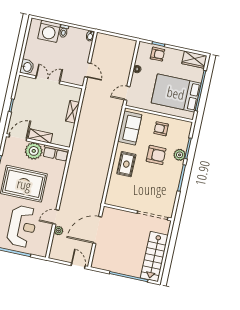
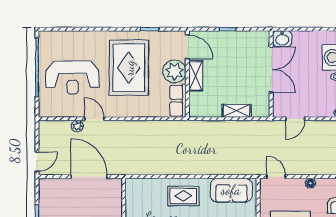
double door: (48, 80) -> (271, 70), width x1.37

